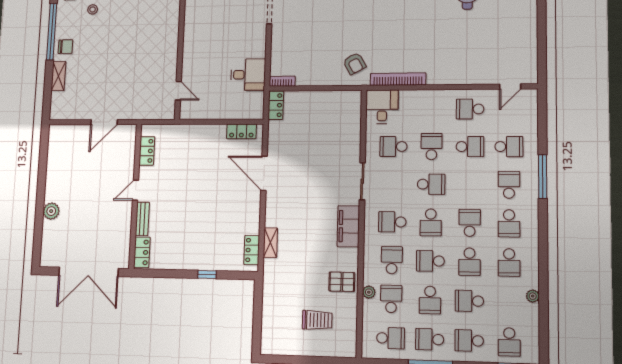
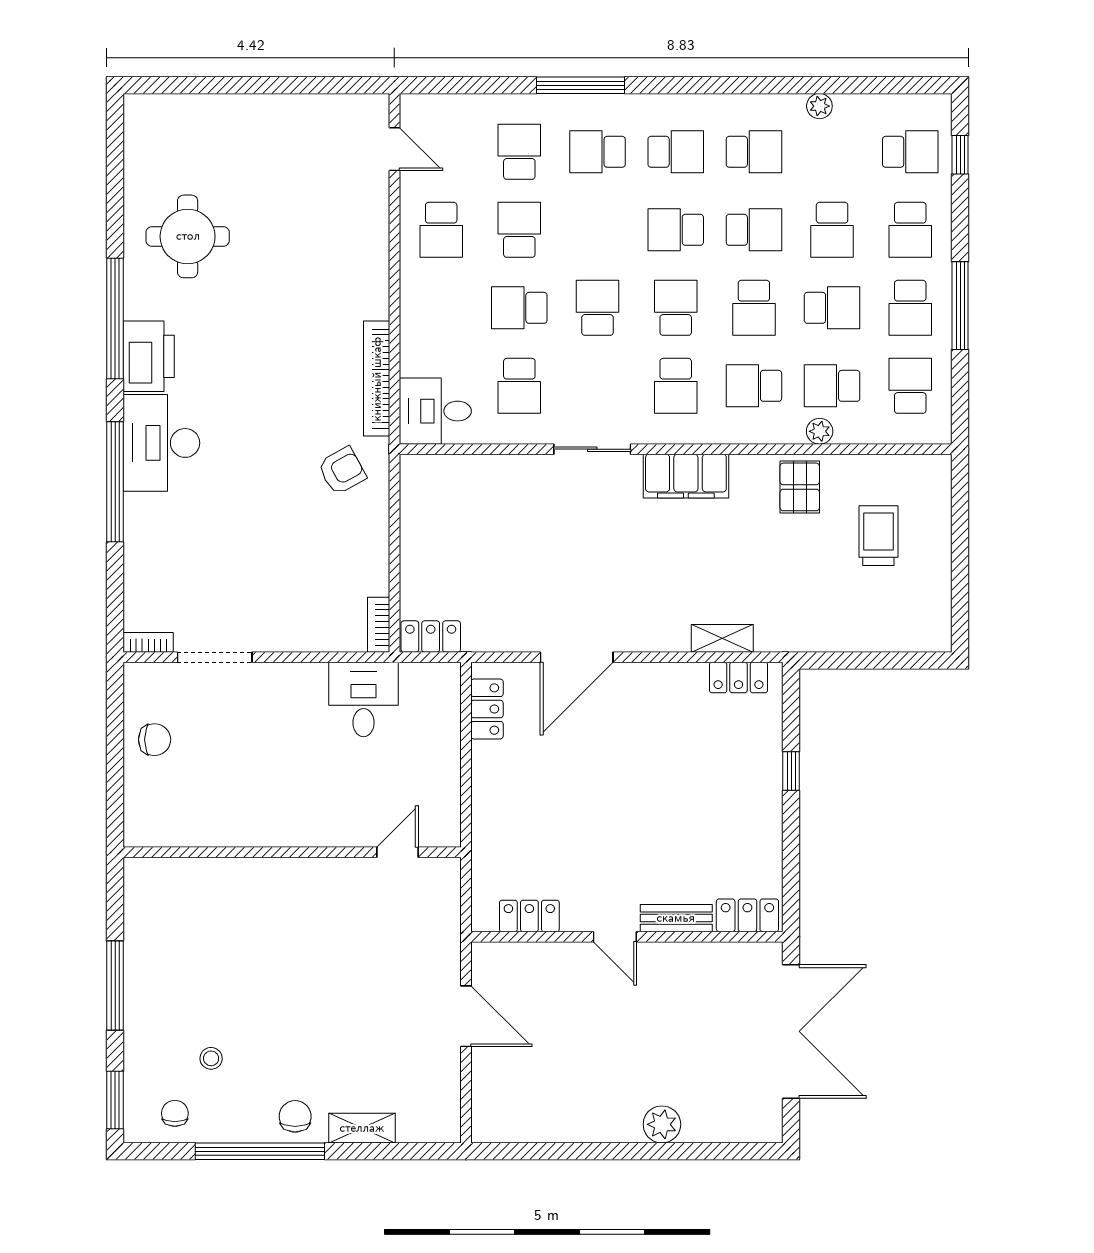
school desk: (431, 222) -> (676, 308), turned -90

